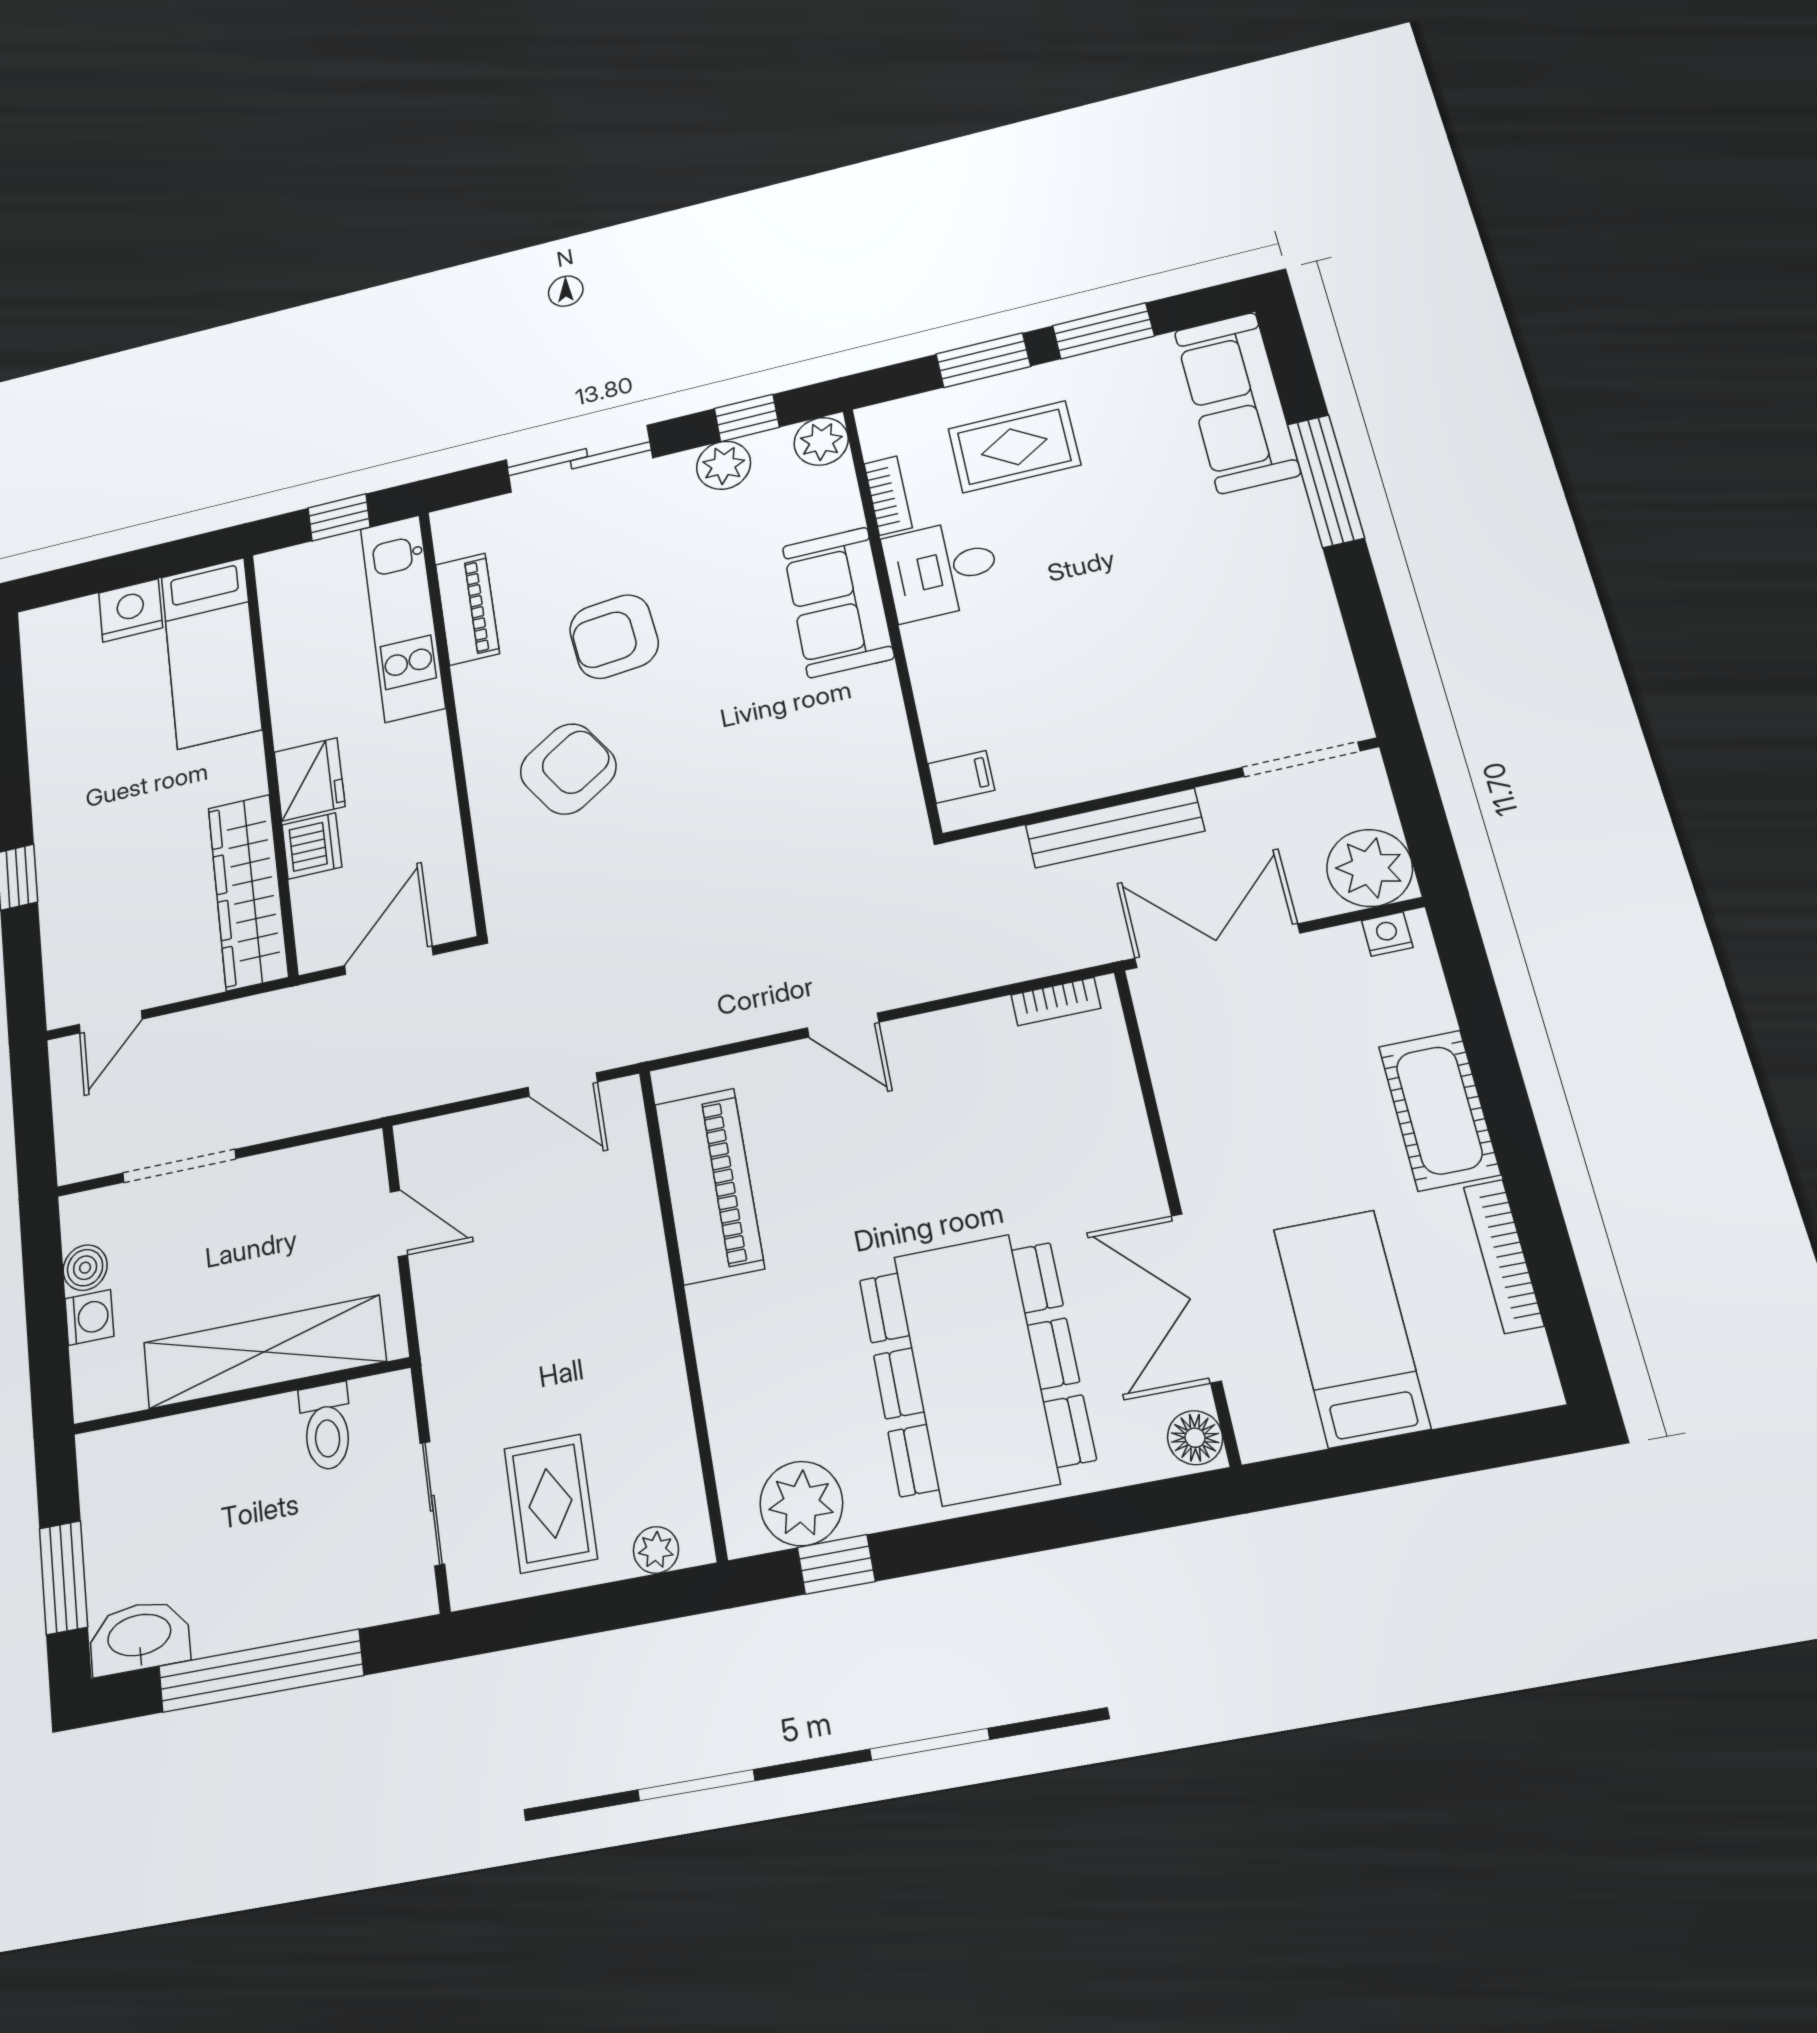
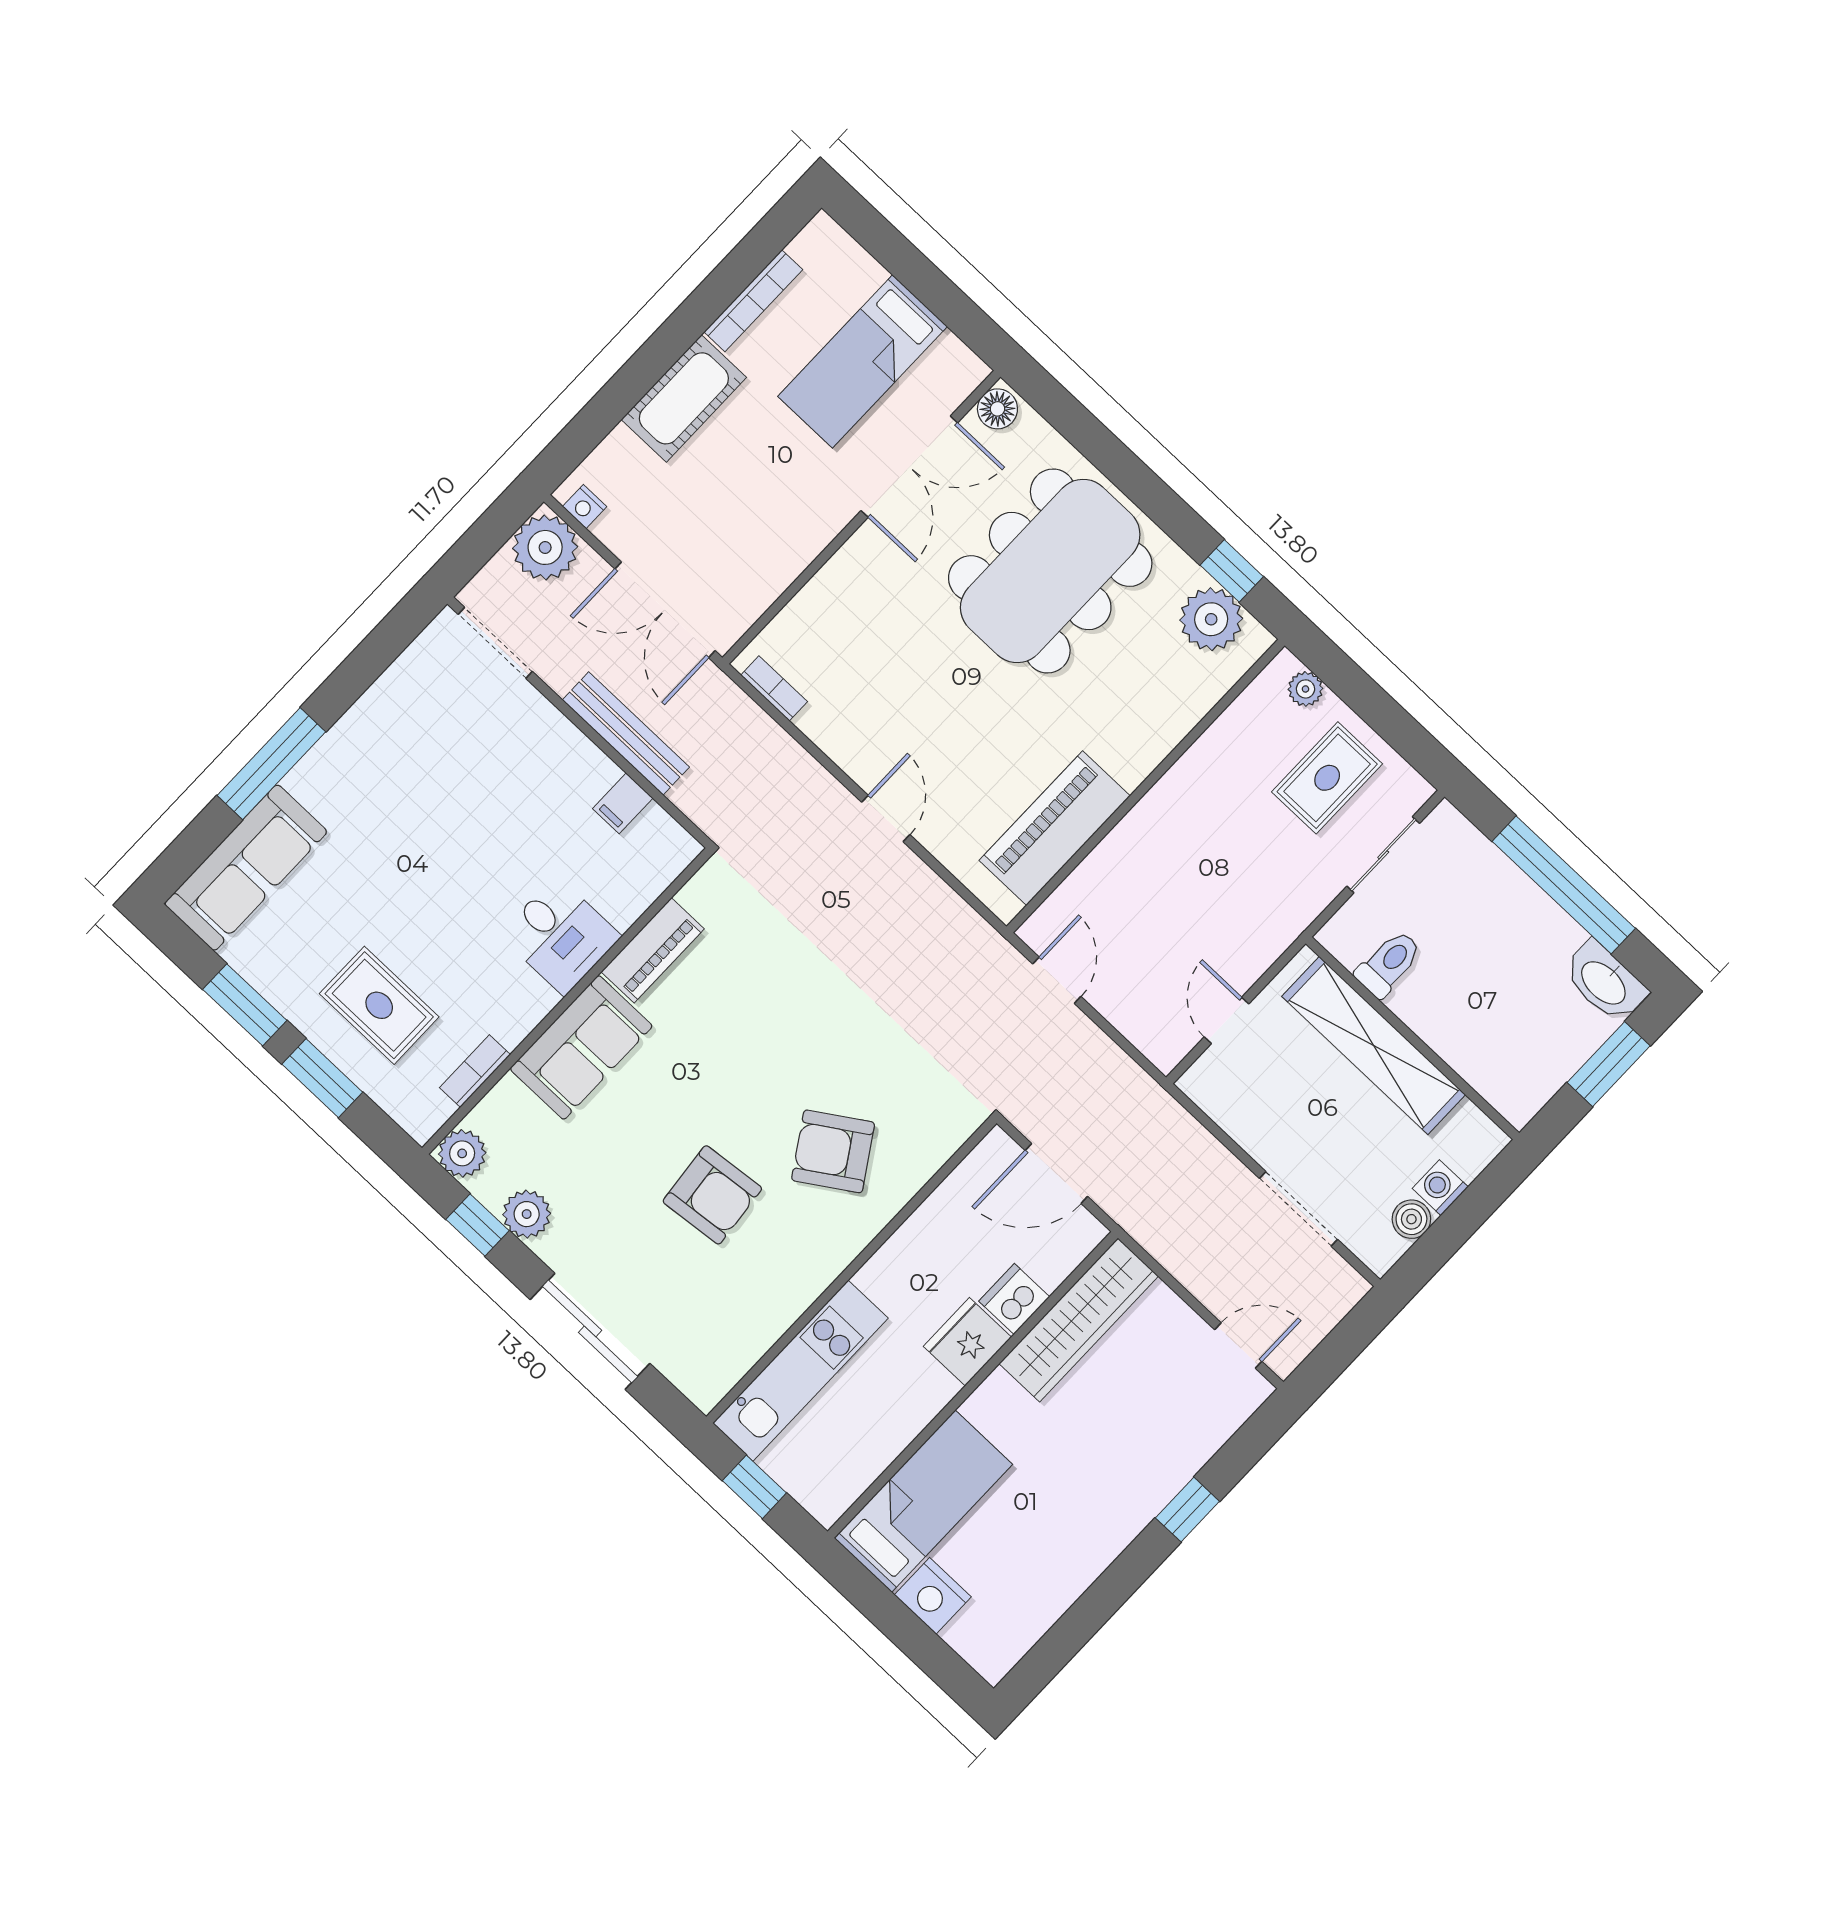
desk: (941, 570) -> (560, 936), moved
piano: (467, 609) -> (653, 950), moved, turned 180
filing cabinet: (961, 777) -> (623, 803), moved, turned -90

